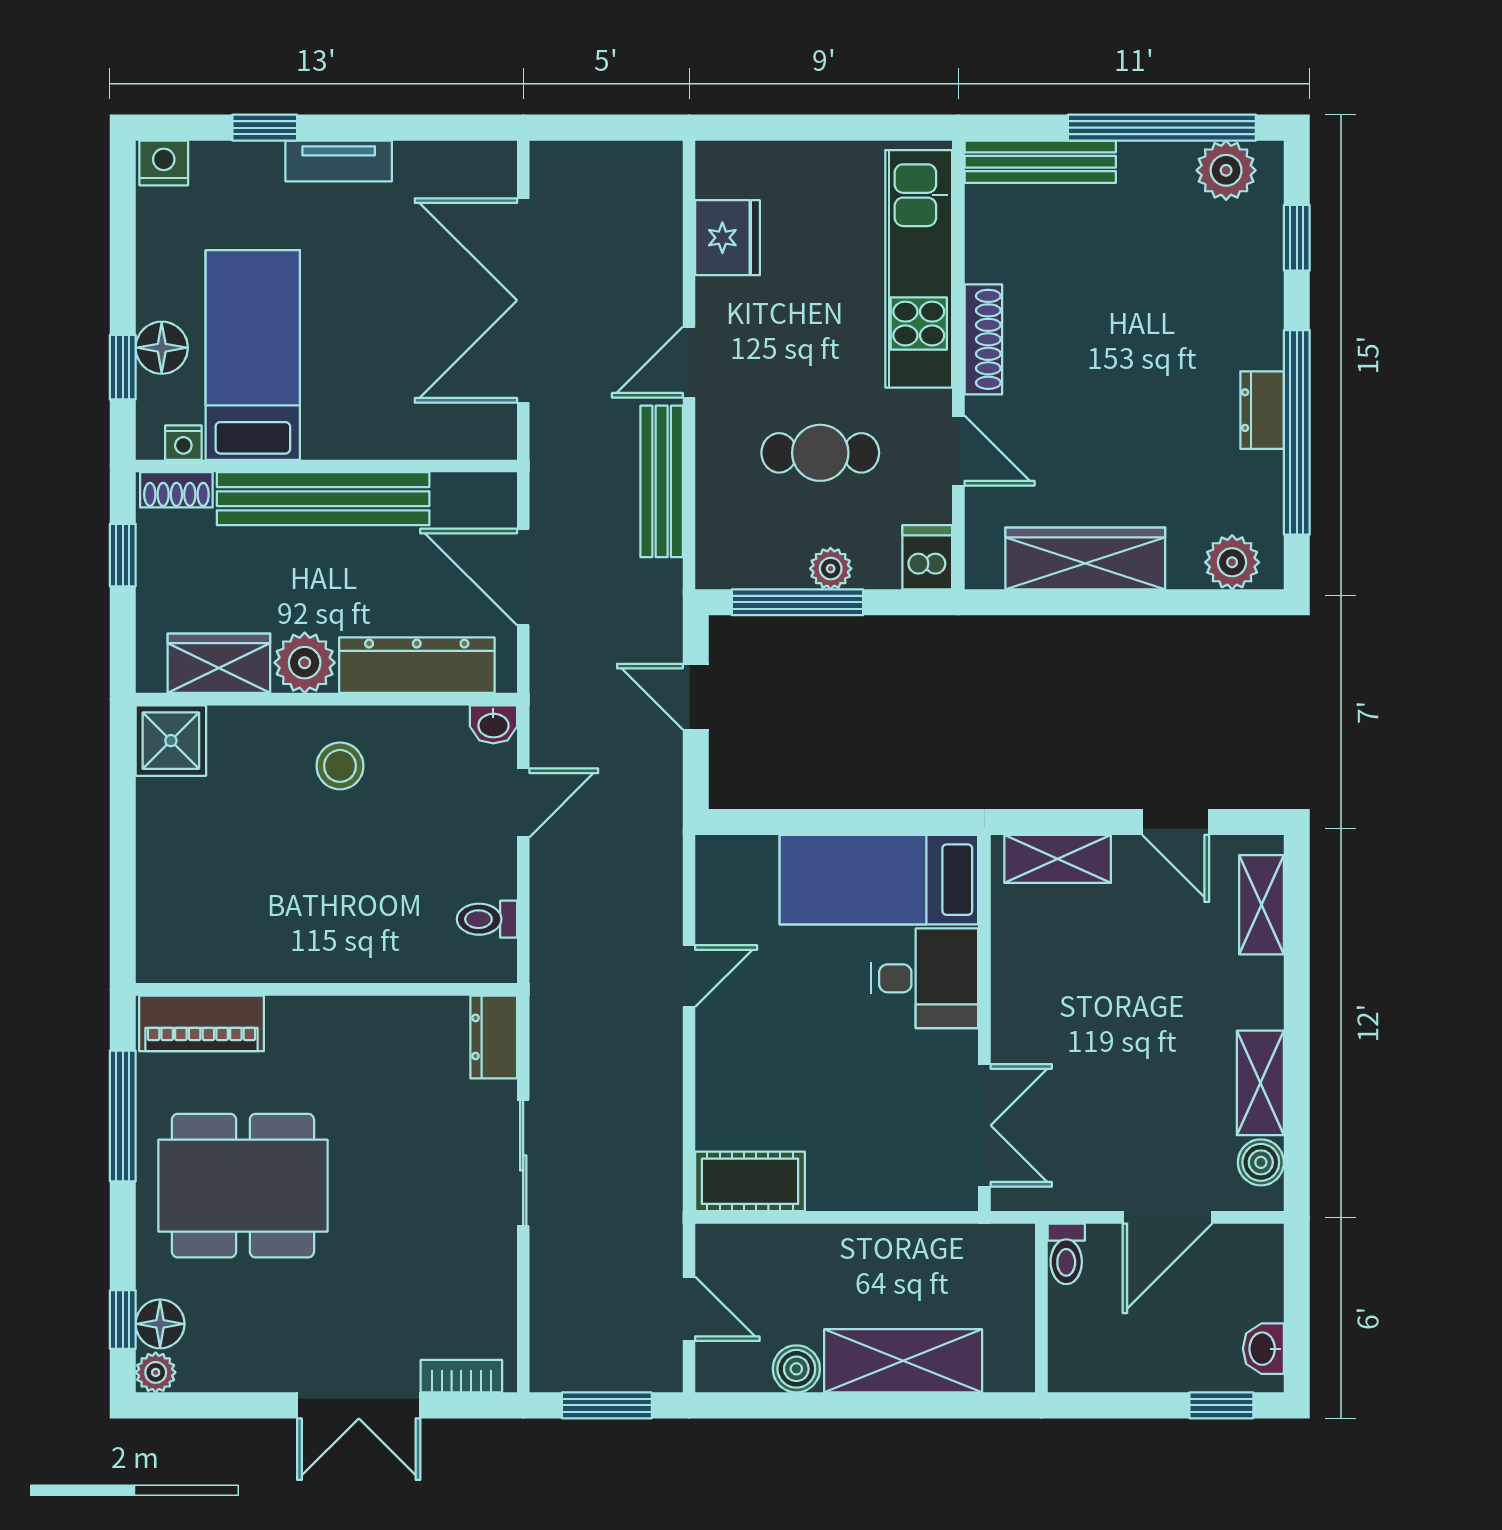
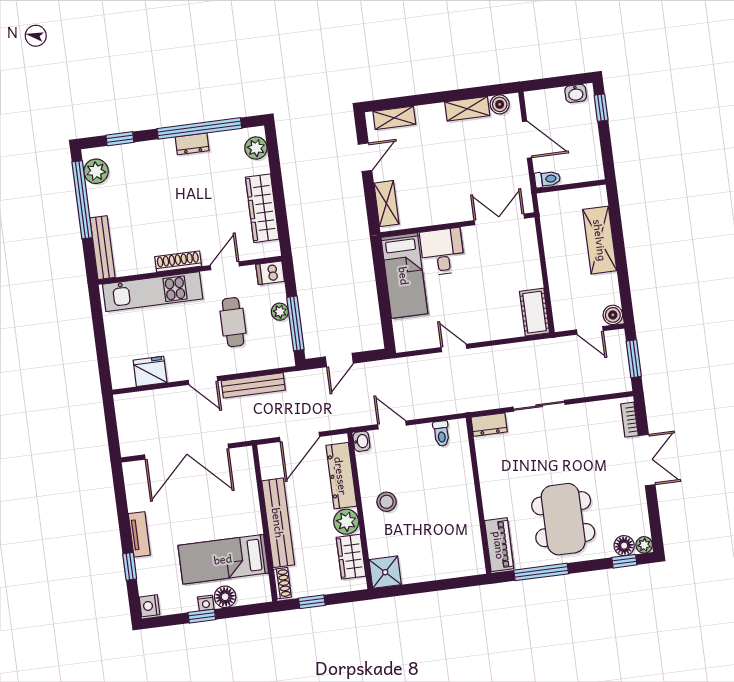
window: (123, 367) -> (202, 616), moved
nightstand: (183, 443) -> (206, 603), moved, turned 90
door: (689, 1309) -> (590, 330), swing flipped
boiler: (796, 1369) -> (613, 315), moved

